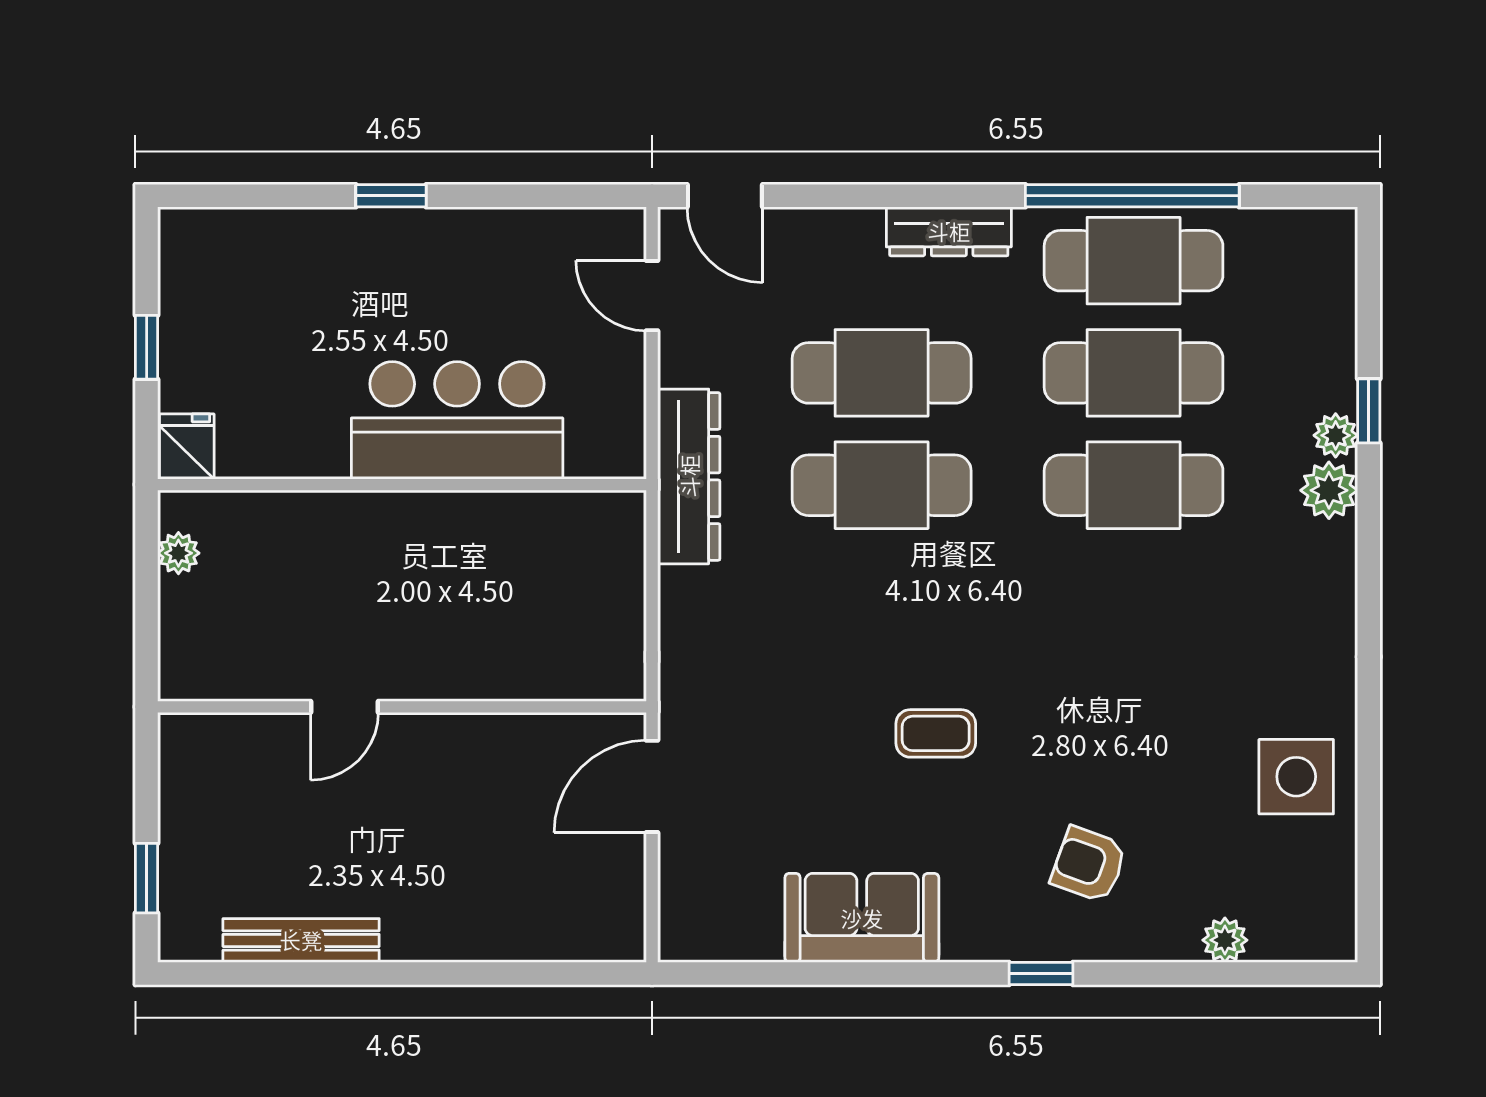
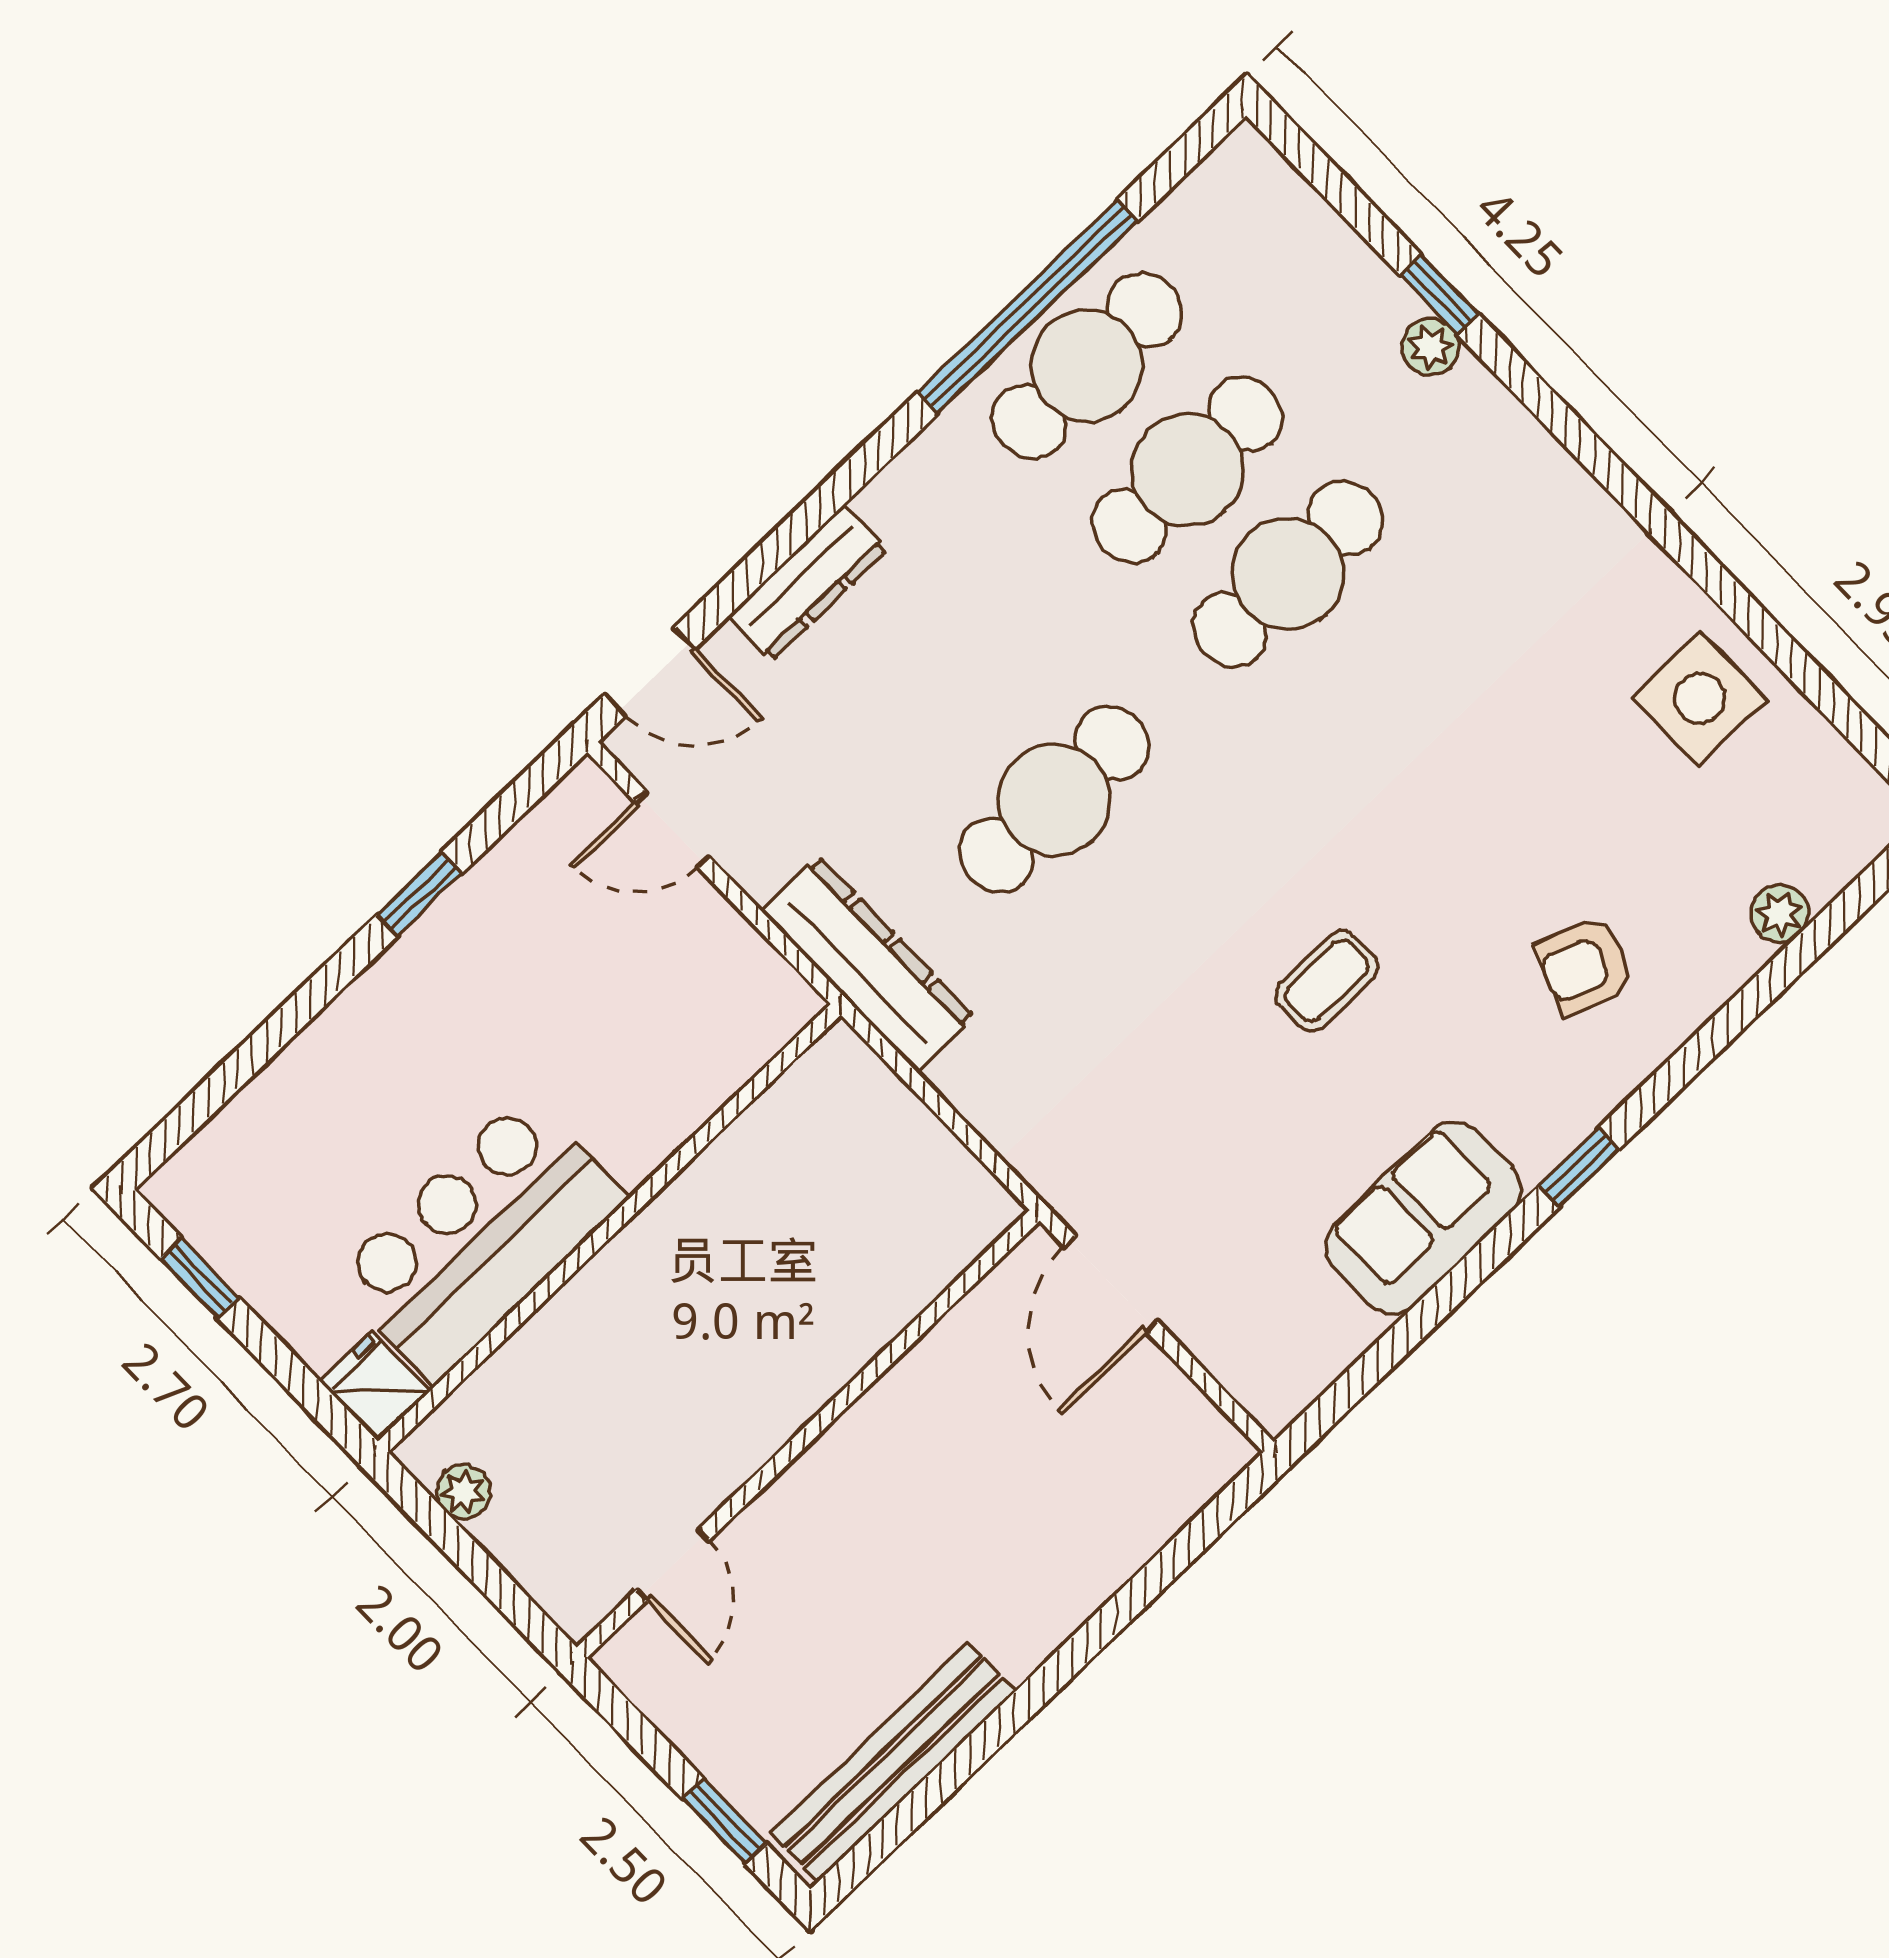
window: (391, 196) -> (420, 894), moved
dresser: (949, 231) -> (808, 582), moved
window: (147, 347) -> (199, 1278), moved
cafe table: (882, 373) -> (954, 695), removed
bar counter: (457, 420) -> (480, 1238), moved
plant: (1329, 490) -> (1474, 404), removed
door: (344, 707) -> (673, 1565), moved
bench: (301, 940) -> (893, 1762), width x1.37, depth x1.21
window: (1041, 973) -> (1579, 1167), moved

